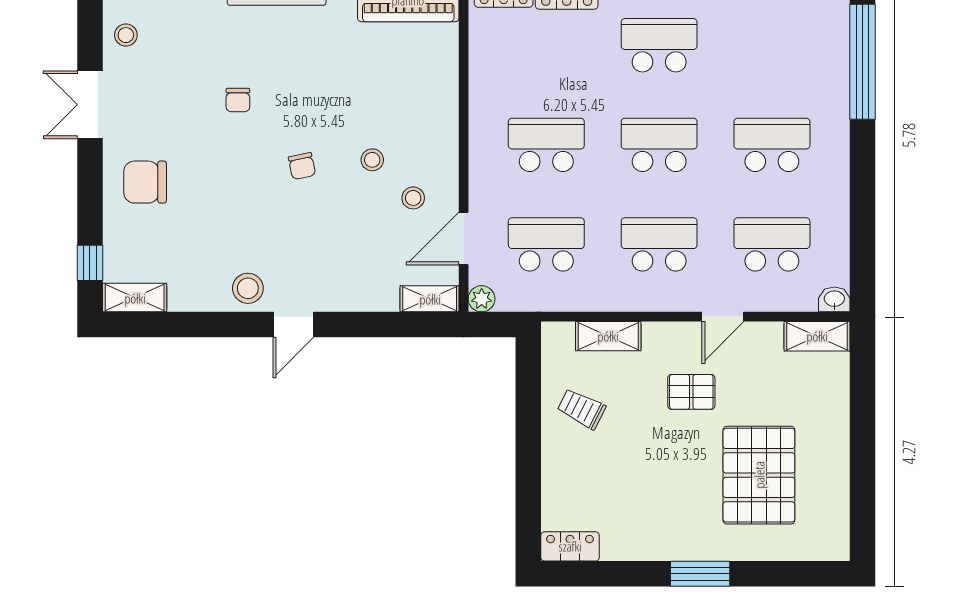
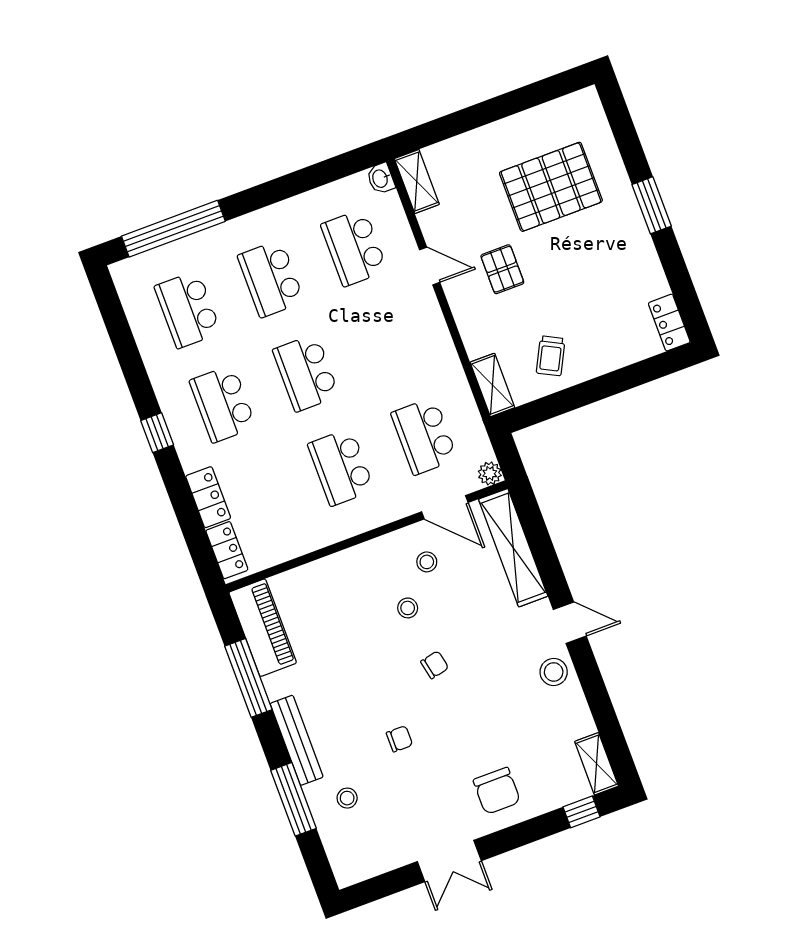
stool: (126, 35) -> (347, 798), moved
school desk: (659, 244) -> (188, 310), moved
shelving: (430, 299) -> (513, 548), width x2.20, depth x1.33
shelving: (608, 336) -> (492, 385), moved

